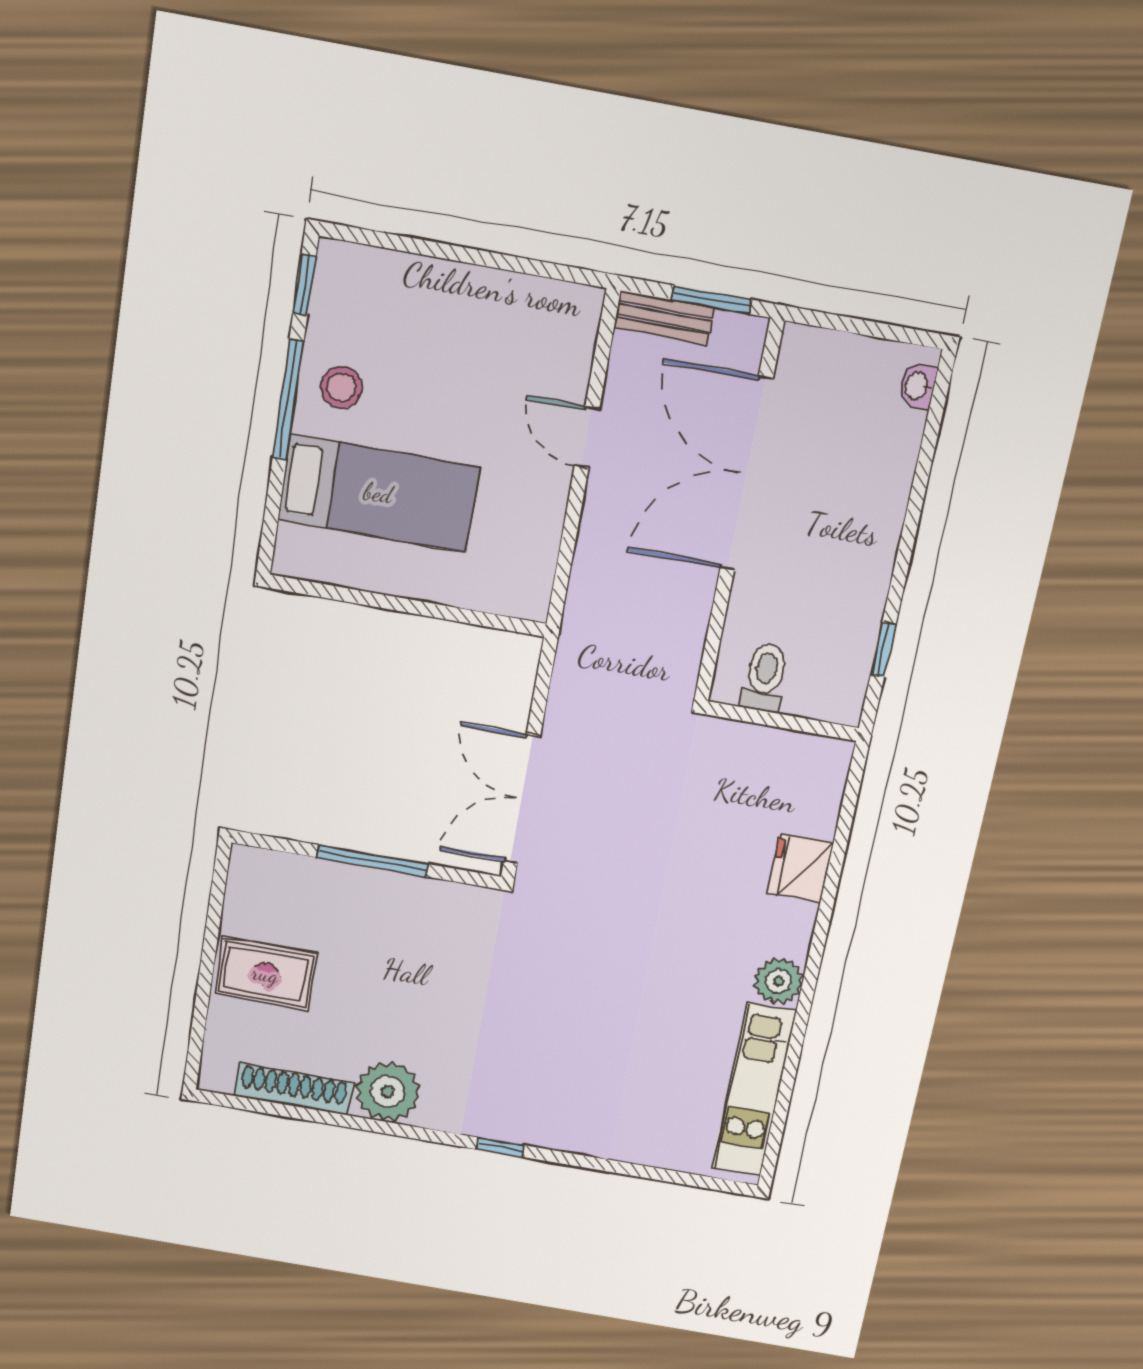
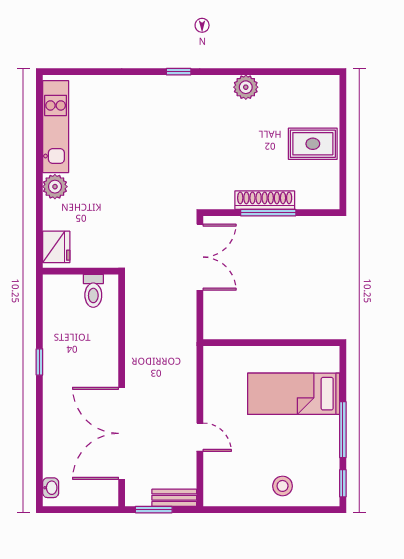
stool: (341, 387) -> (283, 486), moved
double door: (746, 474) -> (122, 433), swing flipped
toilet: (765, 678) -> (93, 291), moved
wall: (782, 721) -> (81, 271), moved
shoe rack: (293, 1089) -> (265, 200), moved, turned 180
plant: (388, 1092) -> (246, 87), width x0.73, depth x0.73

